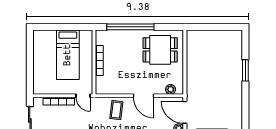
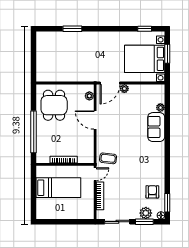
door: (144, 96) -> (95, 120), swing flipped
coffee table: (116, 110) -> (108, 158), moved

